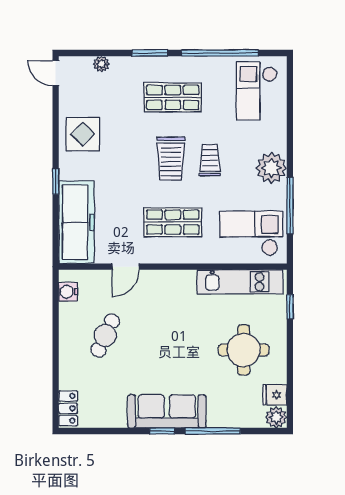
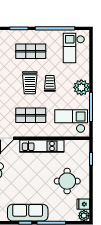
kitchen unit: (240, 282) -> (42, 146), moved

